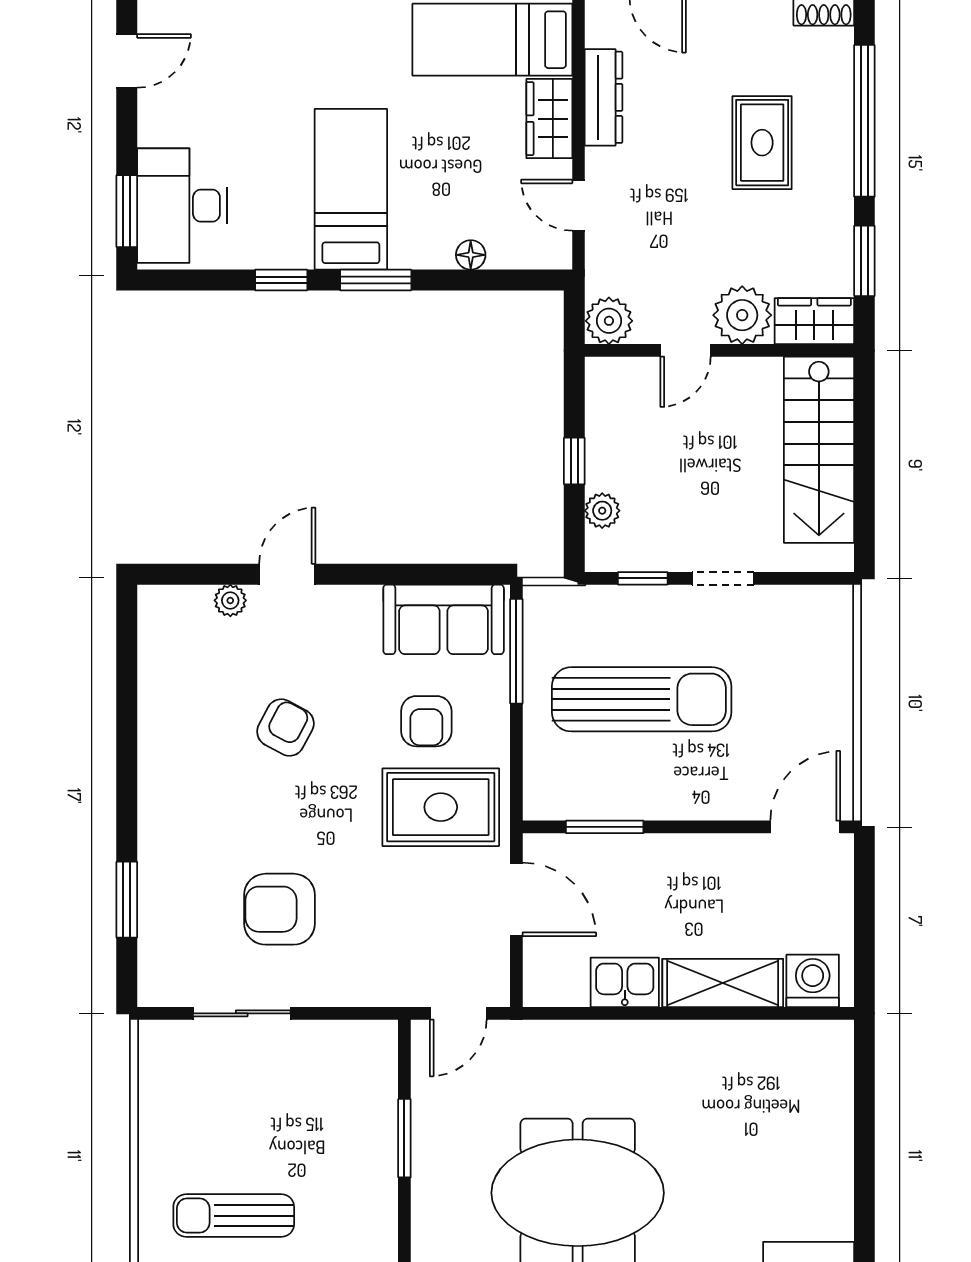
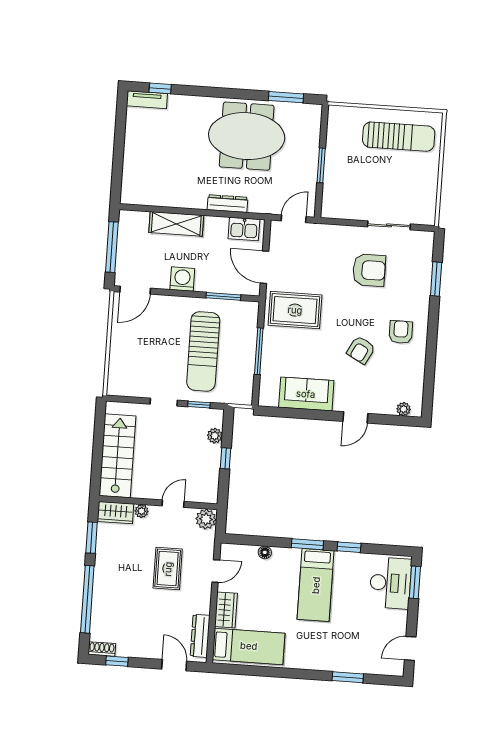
dresser: (604, 97) -> (200, 636), moved
rug: (762, 143) -> (168, 569), moved
door: (578, 205) -> (216, 571), hinge flipped
plant: (742, 315) -> (142, 511), width x0.53, depth x0.53
plant: (230, 600) -> (404, 409), moved
sofa: (444, 619) -> (306, 394), moved
window: (516, 651) -> (259, 351), moved
sun lounger: (642, 699) -> (203, 351), turned -90
armchair: (426, 721) -> (401, 332), moved
window: (864, 921) -> (112, 247), added
washing machine: (813, 981) -> (182, 279), moved, turned 180
kitchen sink: (625, 982) -> (244, 229), moved
dresser: (610, 1037) -> (228, 204), added
sun lounger: (234, 1216) -> (399, 137), width x1.36, depth x1.34

